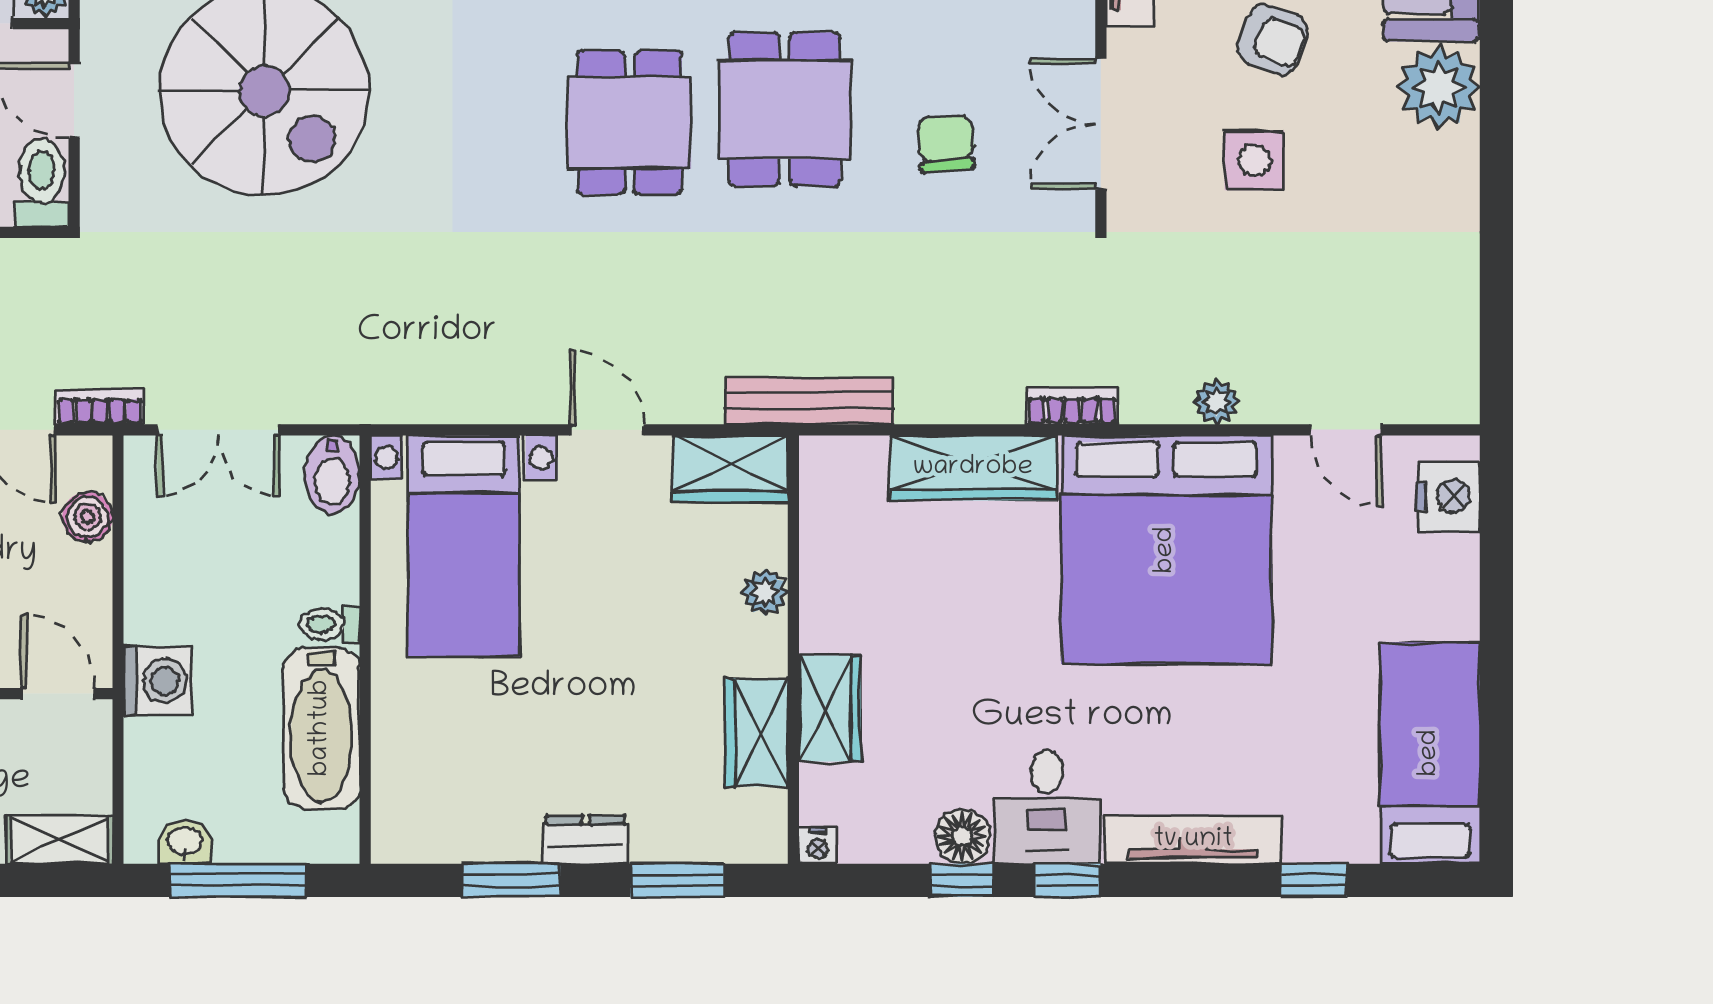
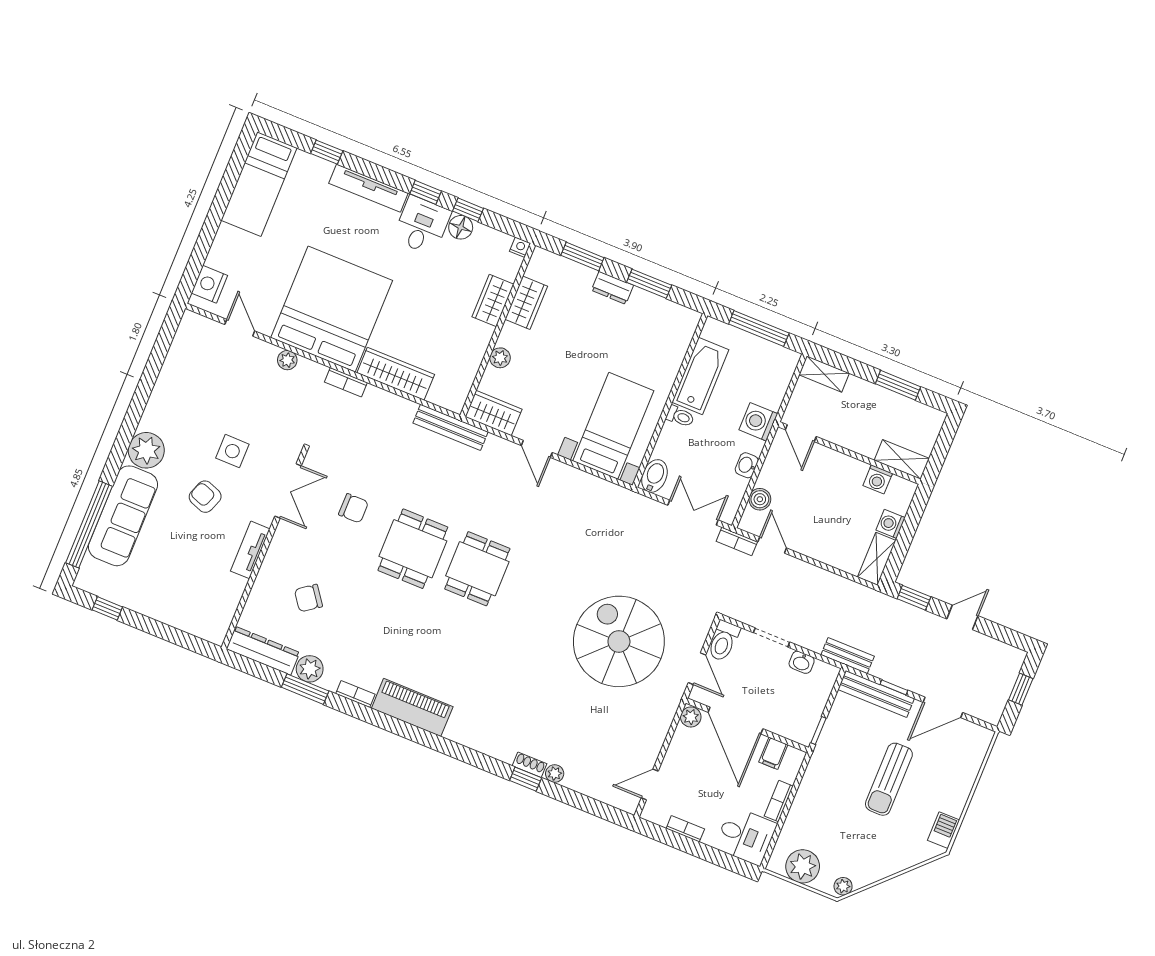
chair: (946, 144) -> (353, 508), turned -85
washbasin: (185, 842) -> (747, 465), moved, turned 90

